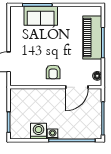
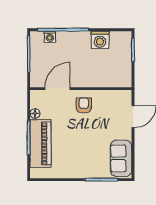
sofa: (41, 16) -> (121, 158), moved, turned -90
floor lamp: (97, 76) -> (35, 114), moved
washing machine: (53, 134) -> (50, 37), moved

